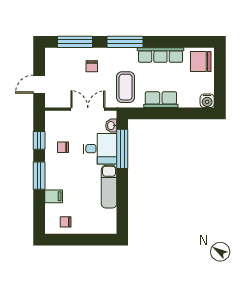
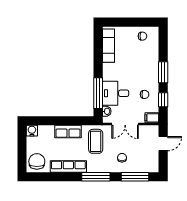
chair: (201, 61) -> (37, 161), turned -90
exam couch: (109, 187) -> (109, 46), moved
filing cabinet: (54, 196) -> (152, 118), moved

